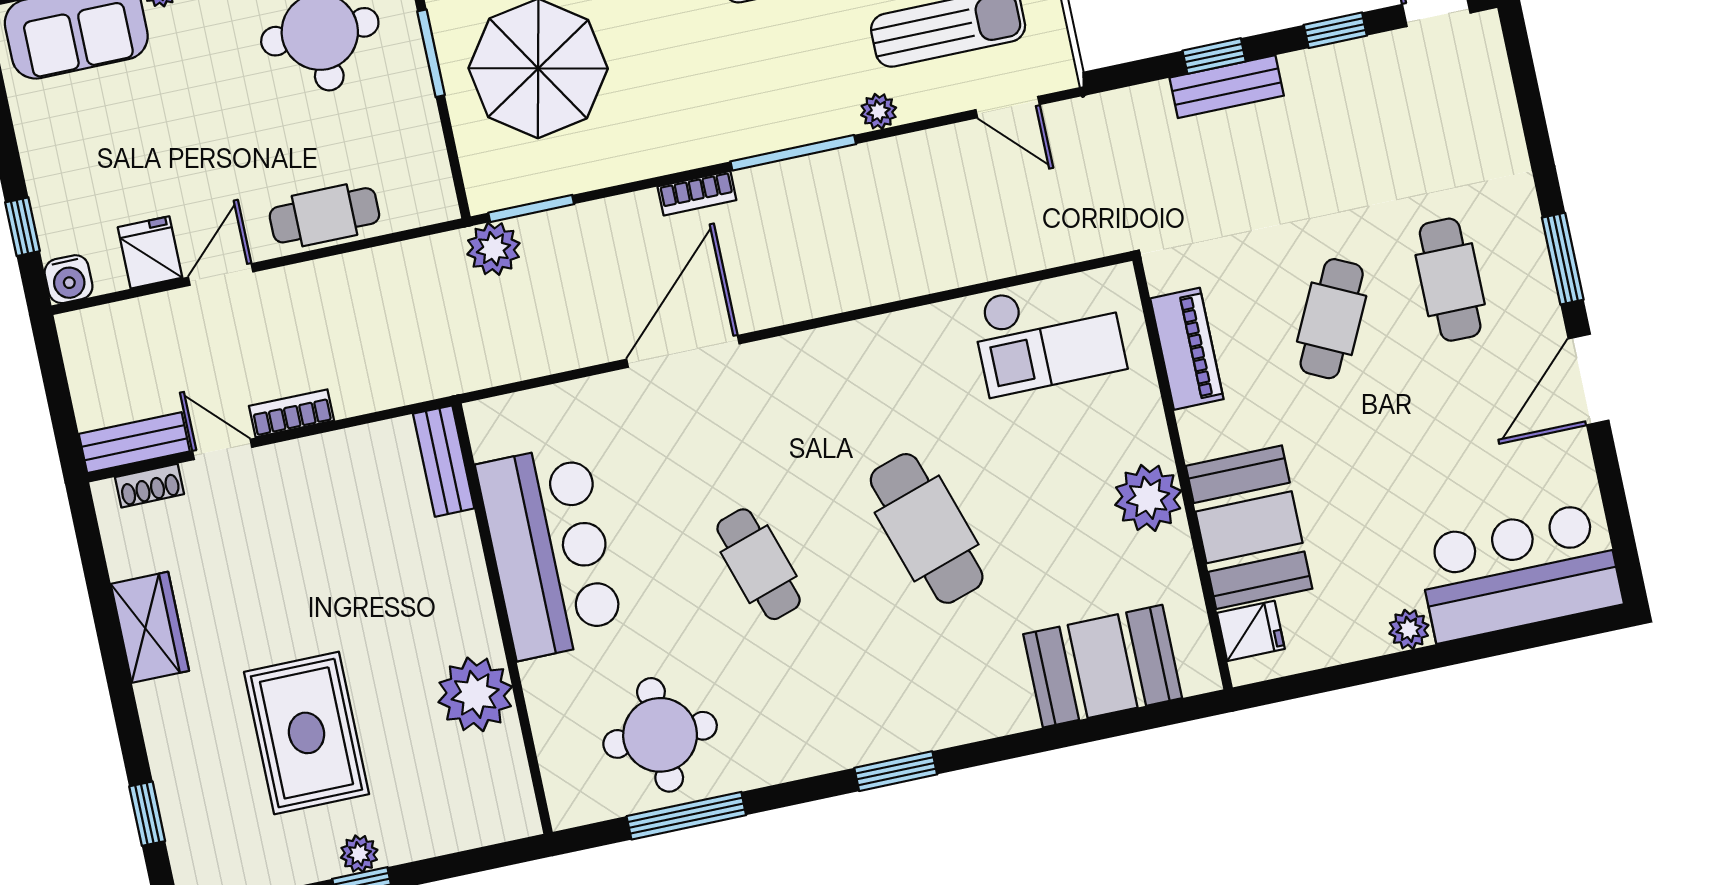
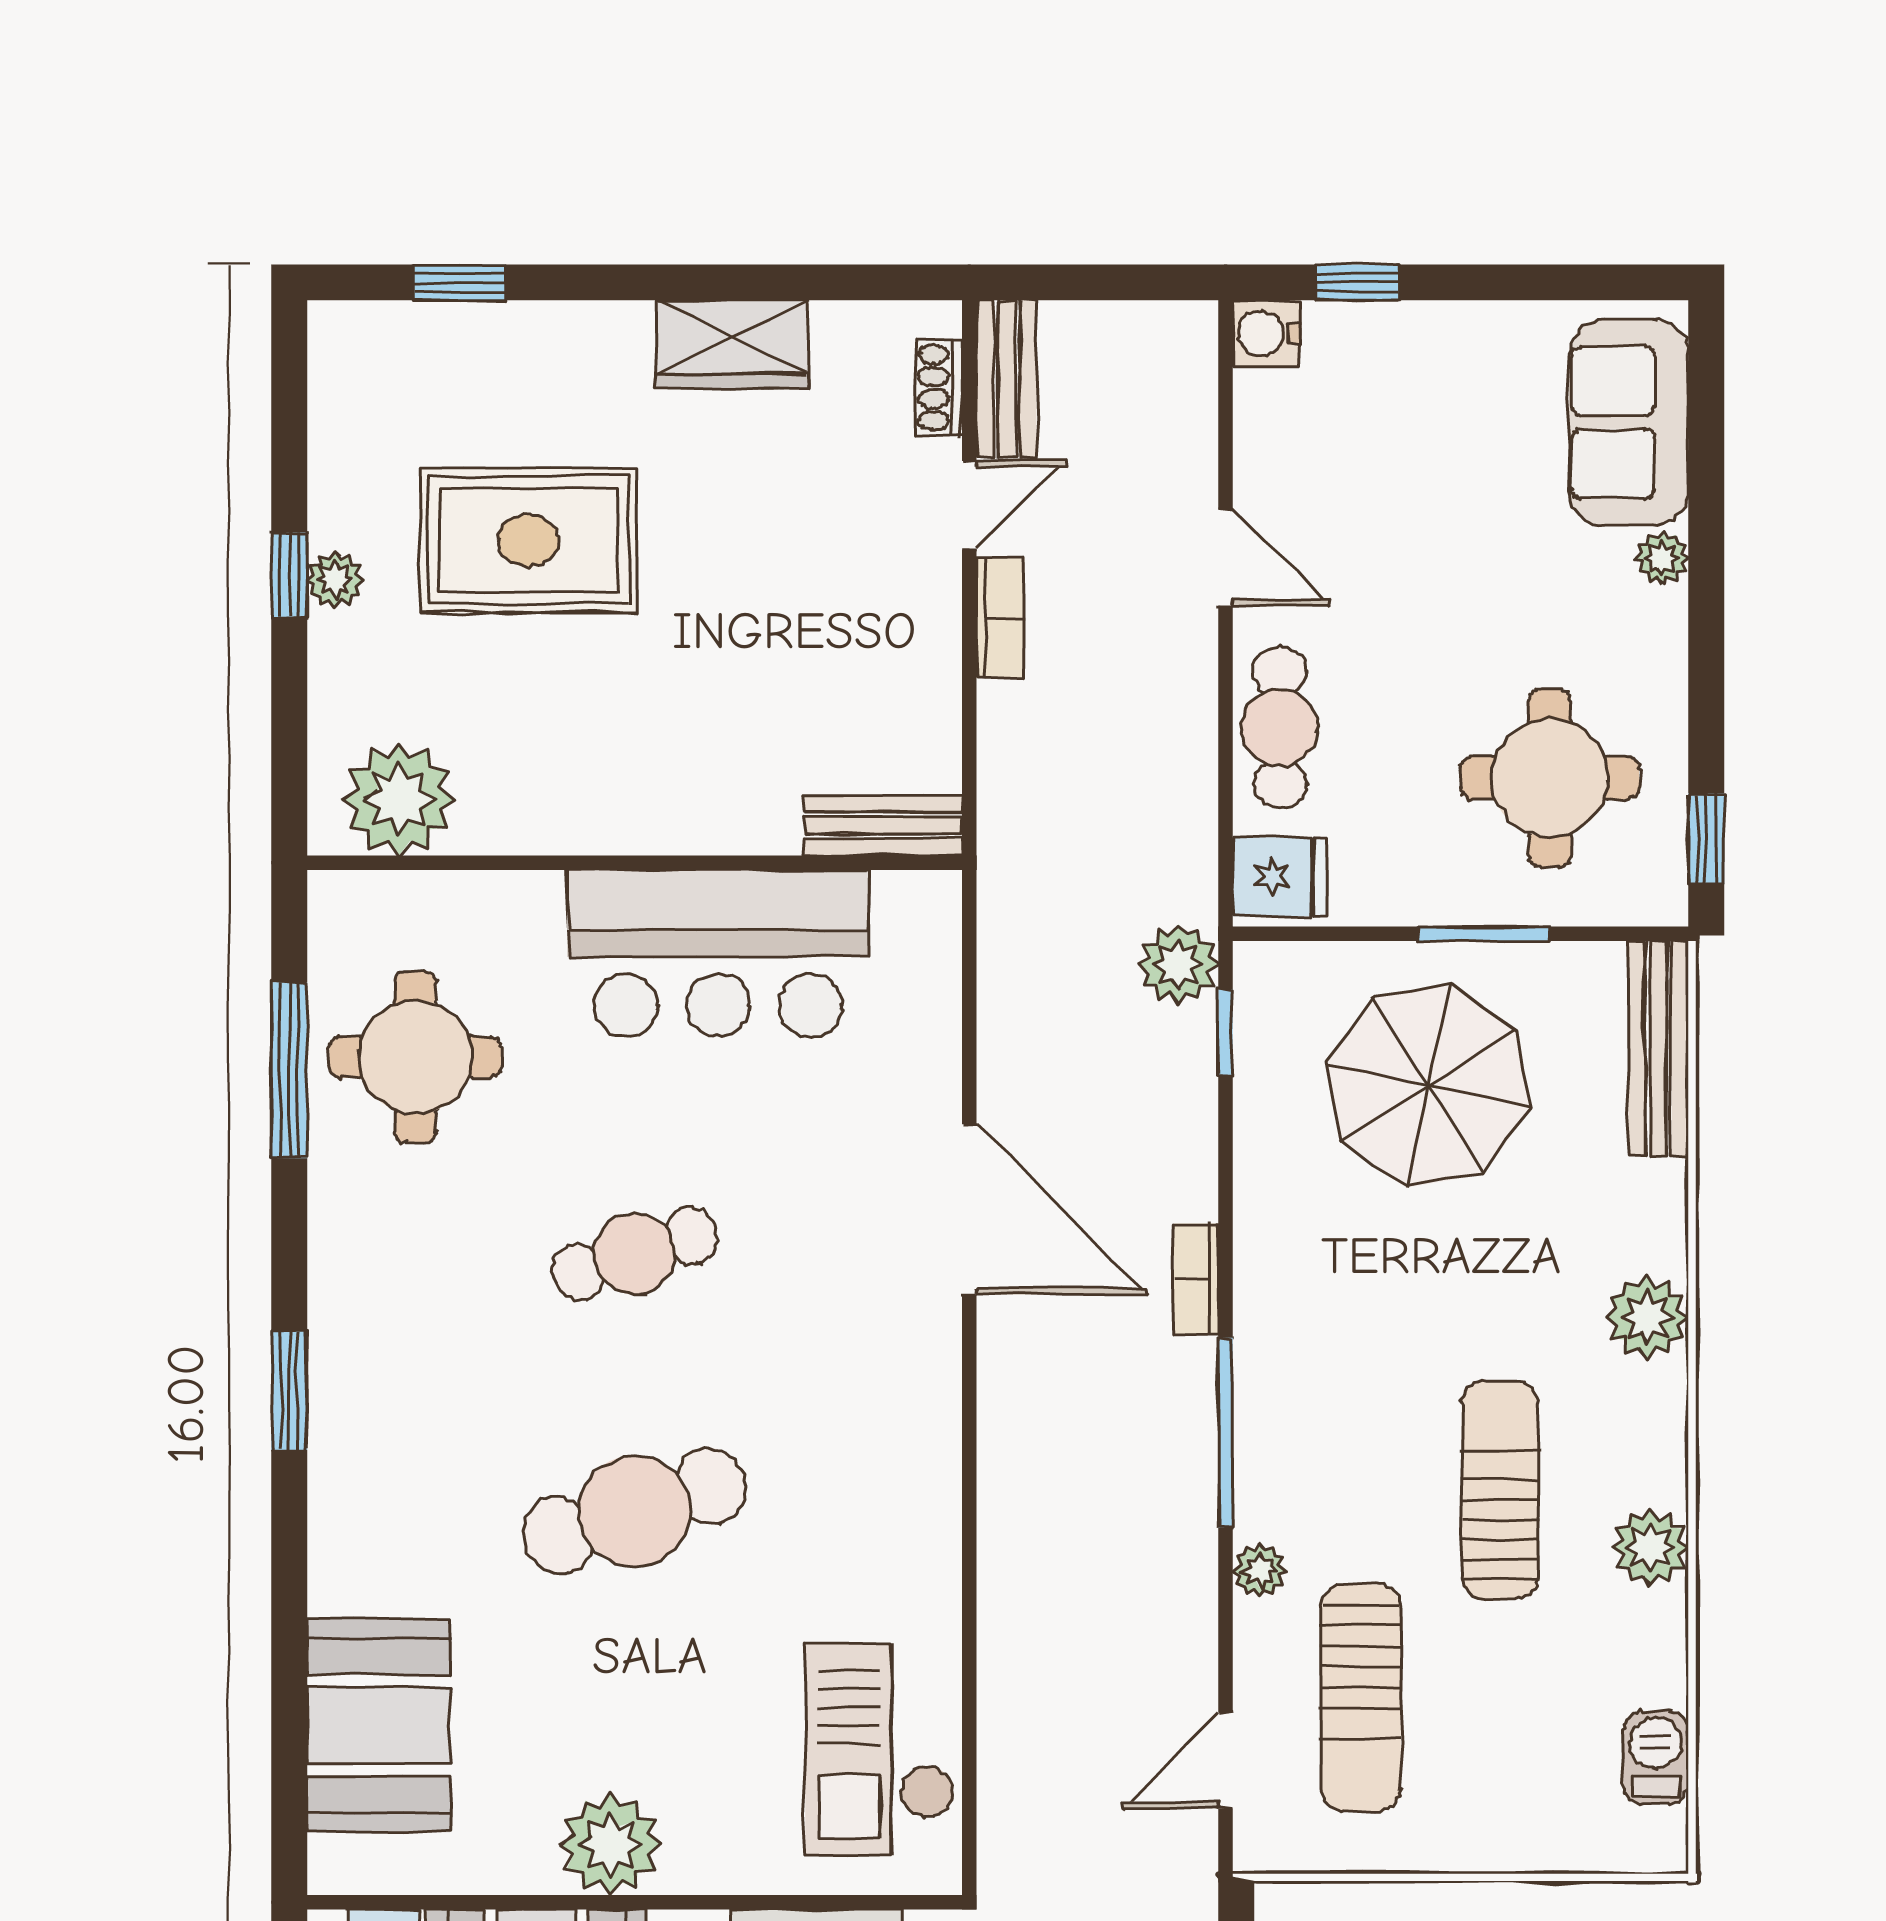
window: (531, 208) -> (1226, 1032), width x0.67
fridge: (150, 252) -> (1280, 877), moved
plant: (475, 694) -> (399, 799), moved

